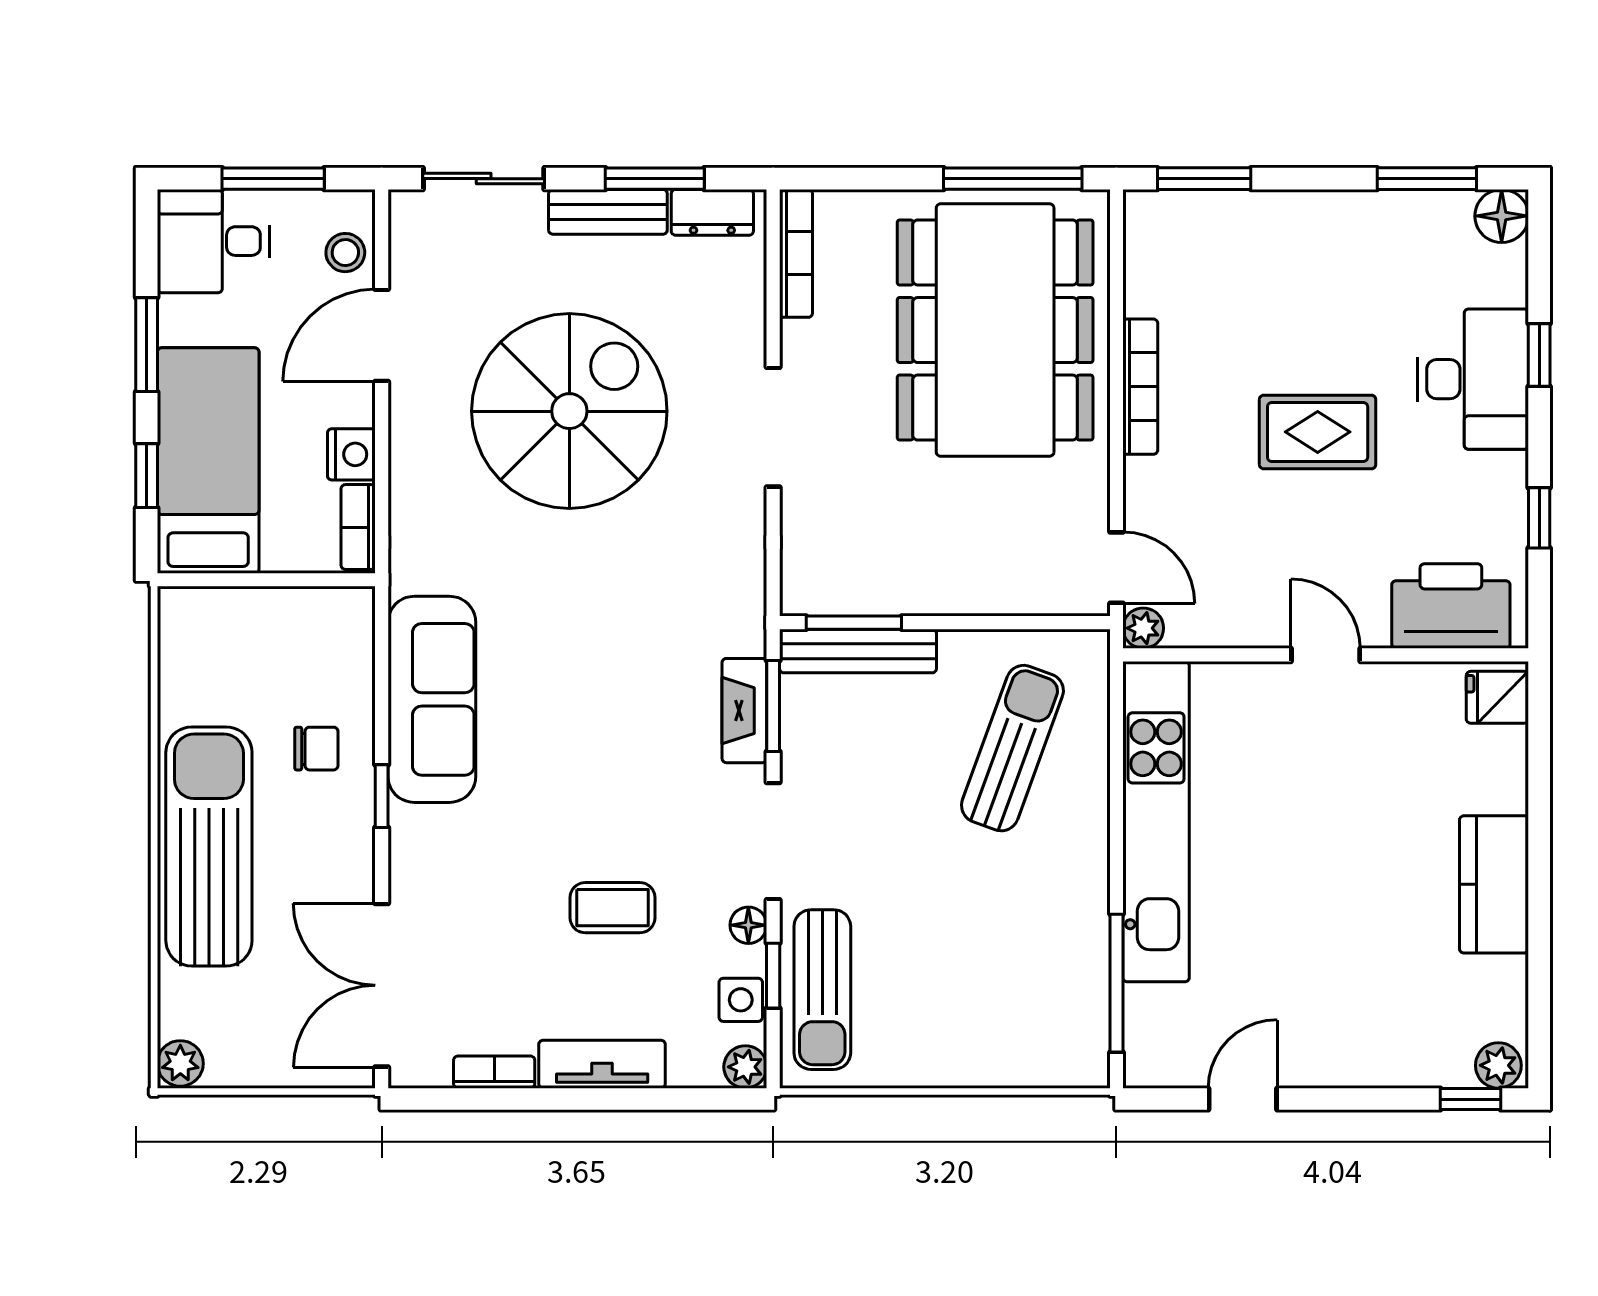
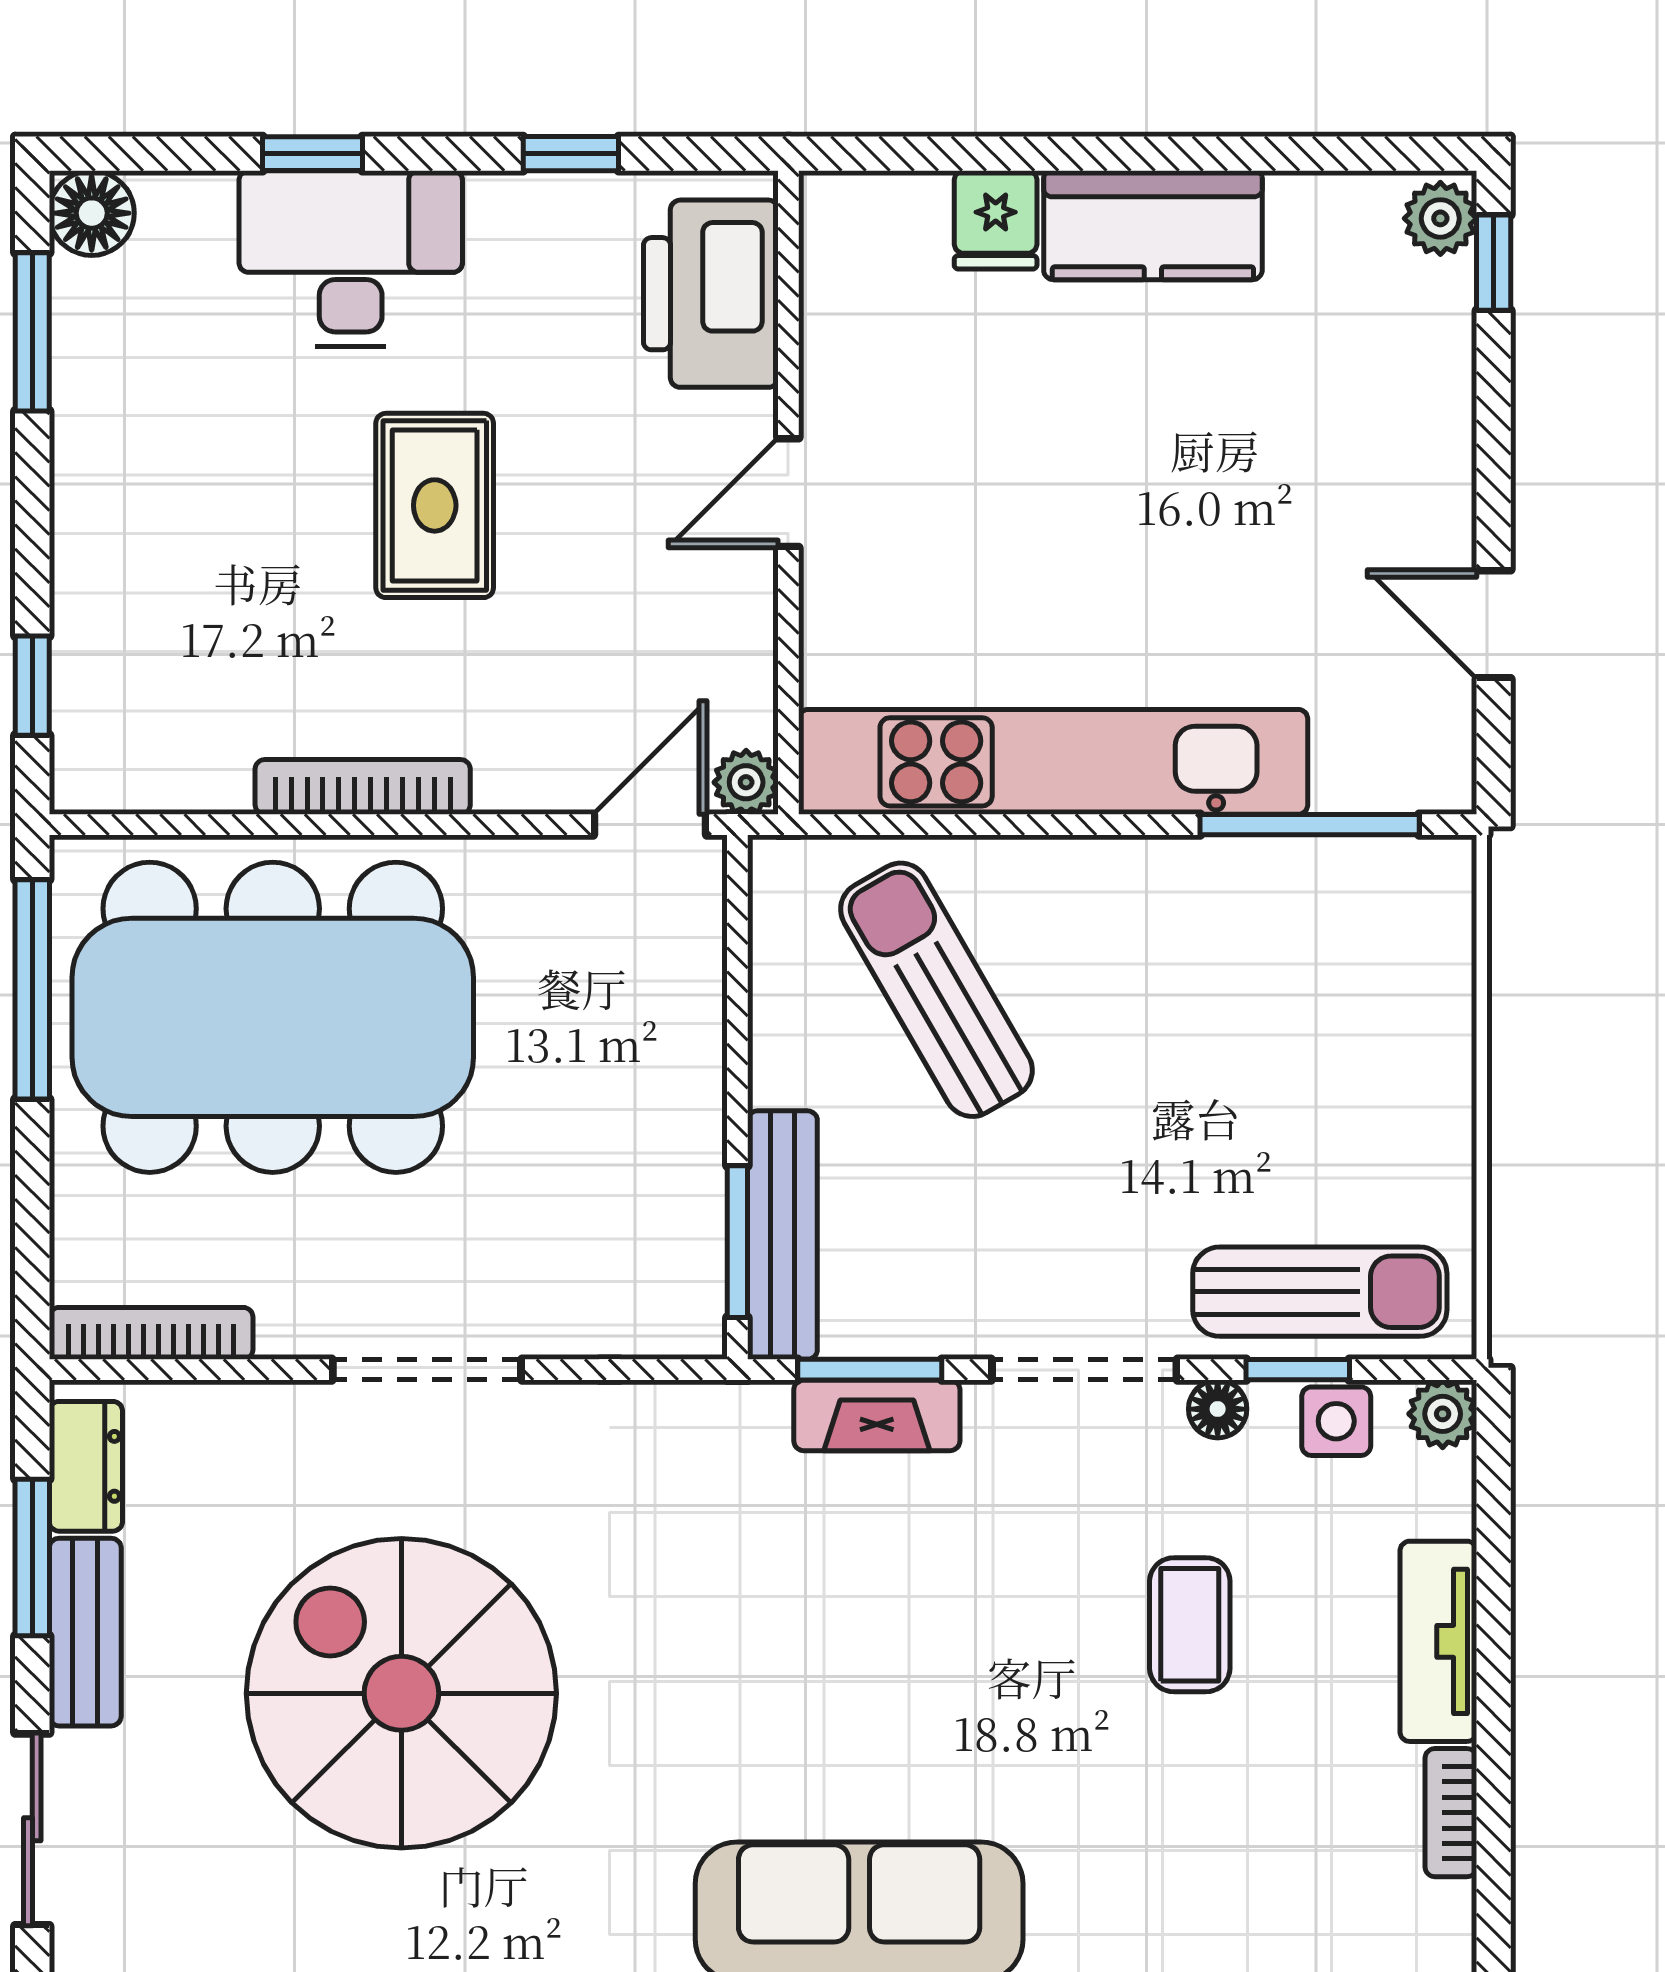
window: (1204, 179) -> (32, 686), width x0.67
fridge: (1497, 697) -> (996, 220), moved
sun lounger: (1012, 748) -> (936, 990), turned 40

